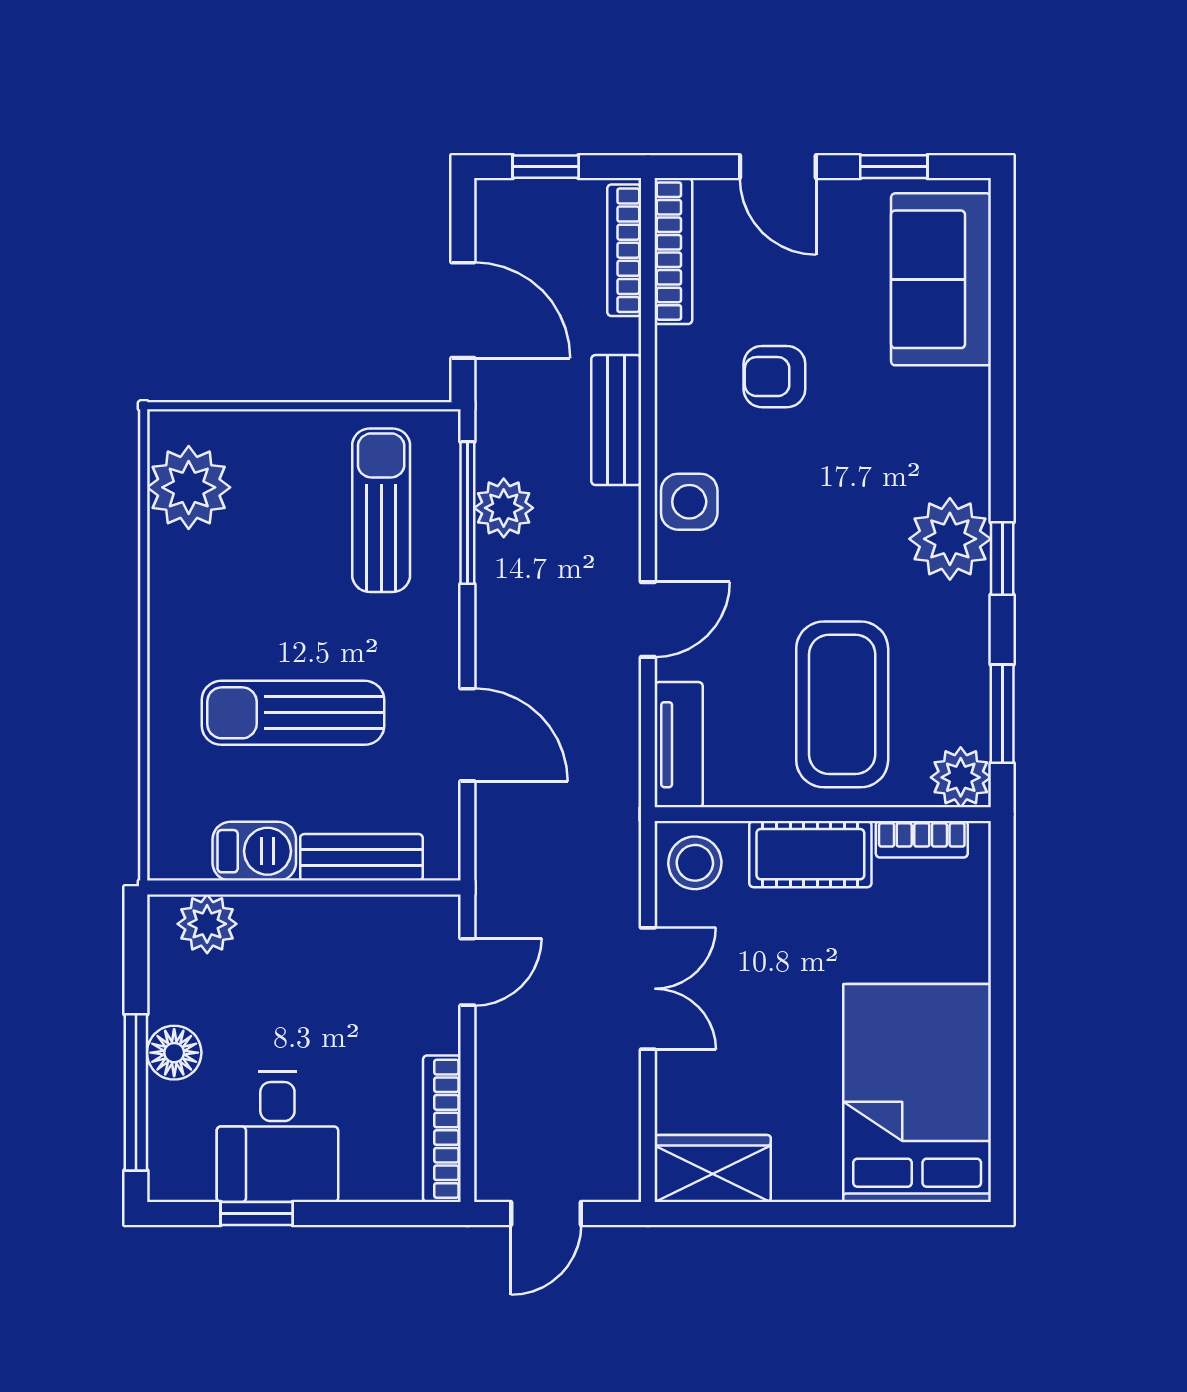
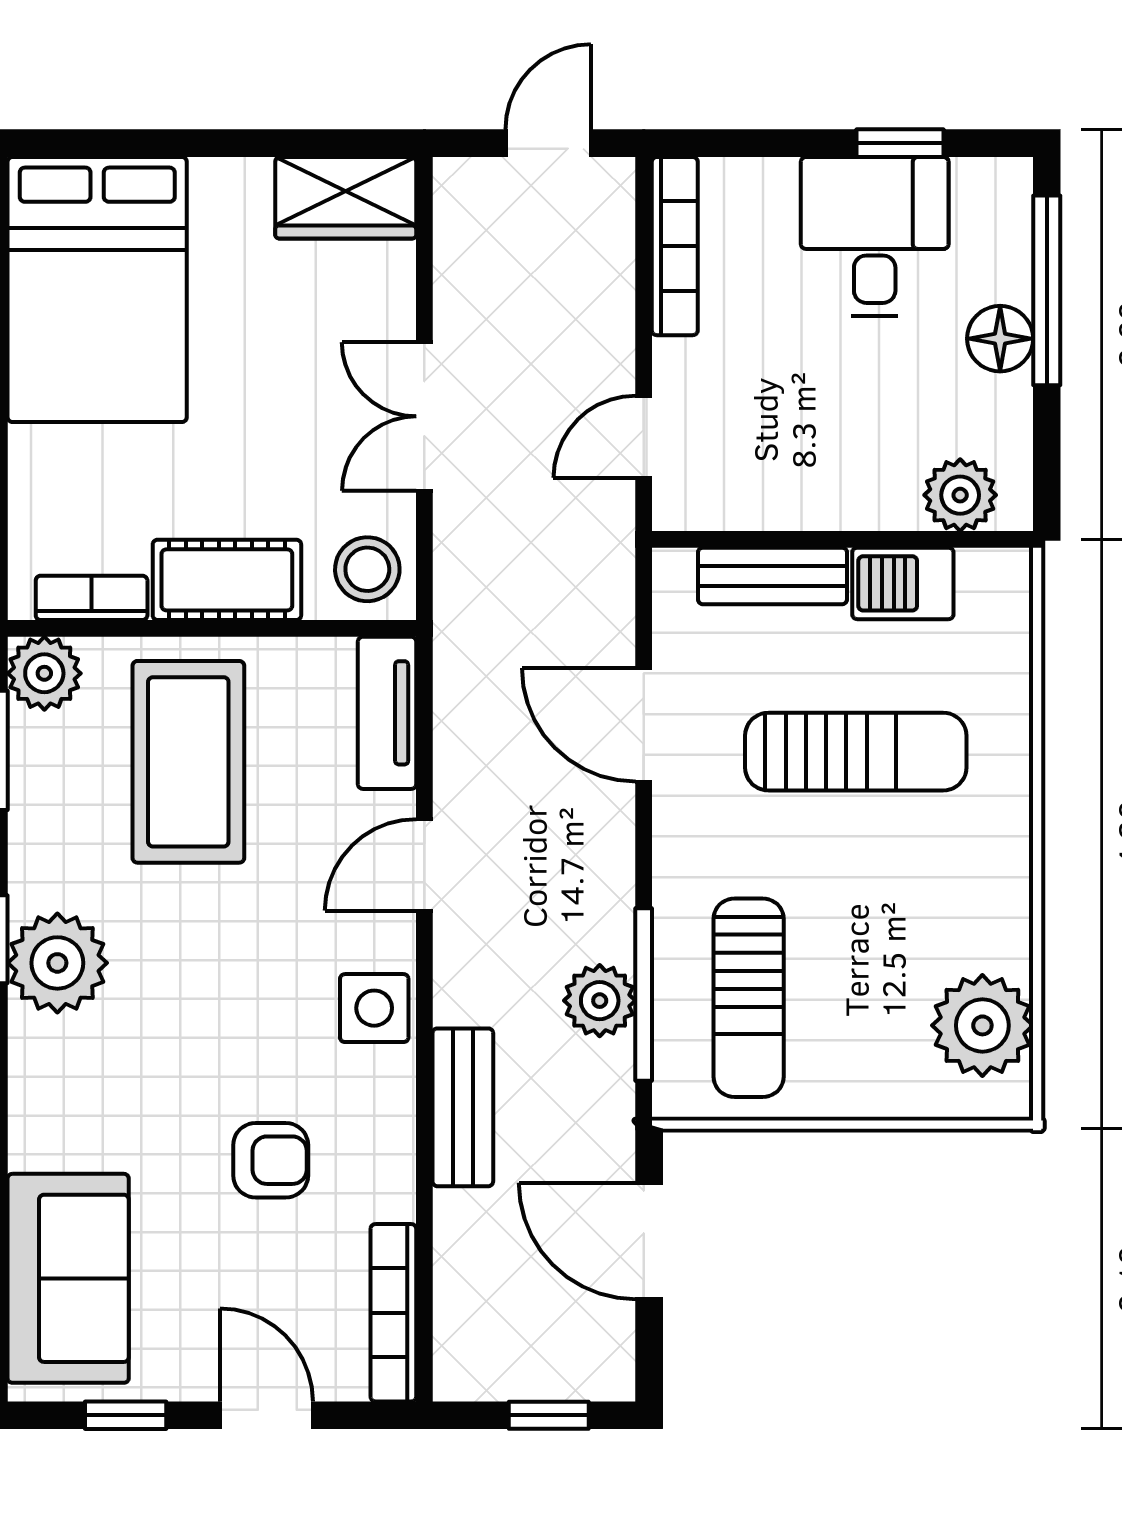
bookcase: (624, 250) -> (453, 1314), removed

